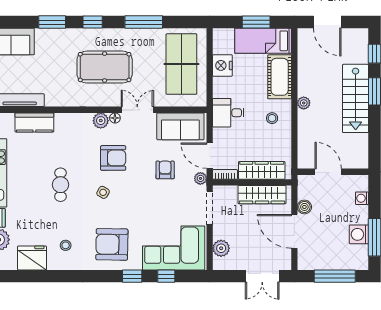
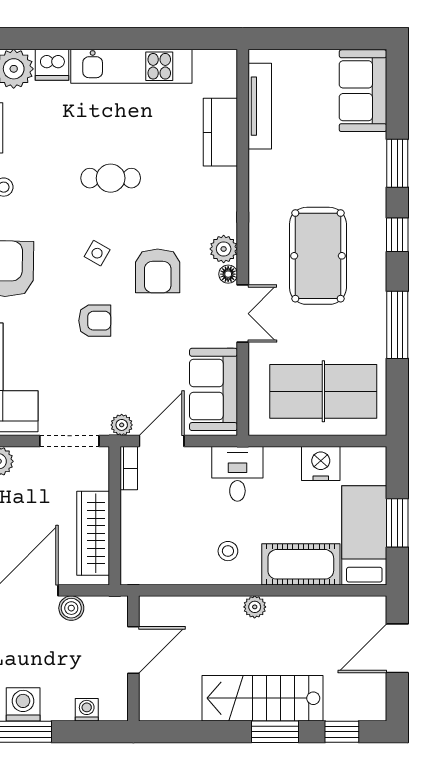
armchair: (165, 170) -> (95, 321), moved
wardrobe: (262, 170) -> (136, 533), removed

